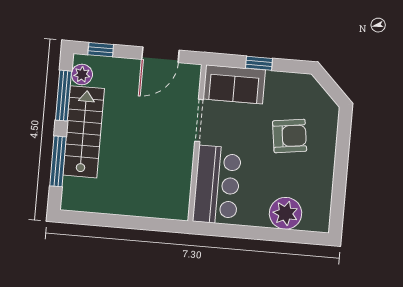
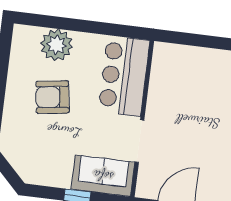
armchair: (290, 136) -> (52, 97), moved

